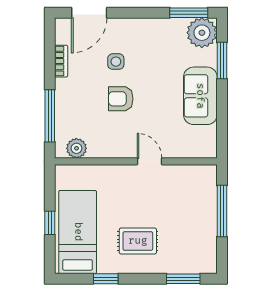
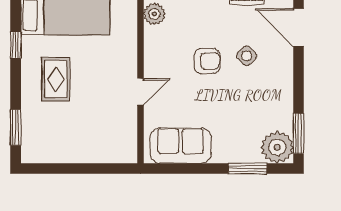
side table: (116, 62) -> (247, 56), turned 45
sofa: (200, 96) -> (181, 146), moved
armchair: (121, 99) -> (207, 61), turned 90
window: (222, 211) -> (88, 169), removed

